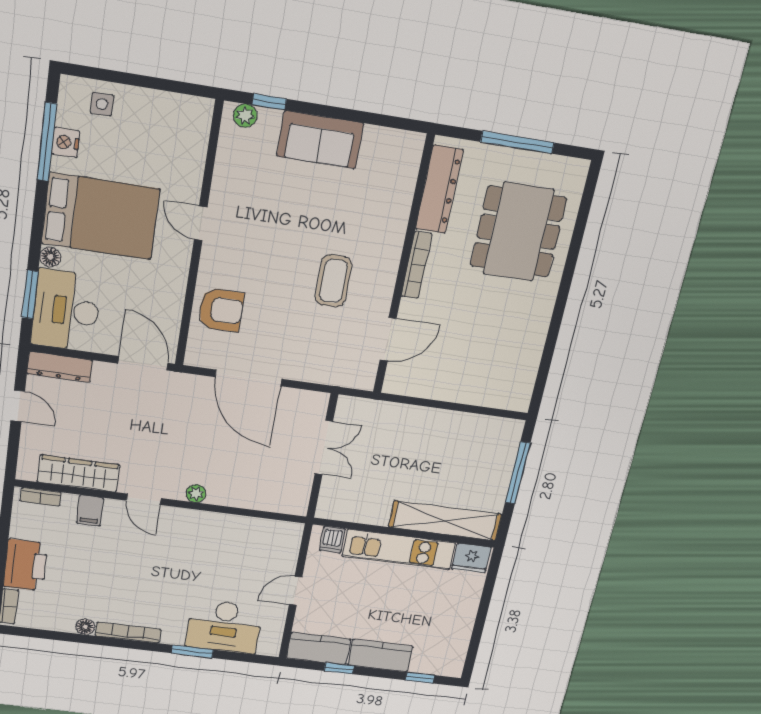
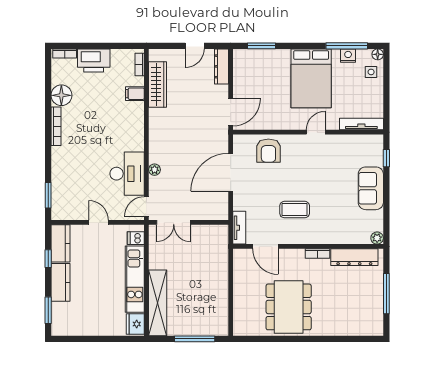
plant: (245, 116) -> (377, 238), moved
tv unit: (198, 138) -> (361, 124), added
dining table: (518, 232) -> (289, 307), moved, turned 90
floor lamp: (50, 257) -> (378, 54), moved
bookcase: (417, 265) -> (317, 254), width x0.64
desk: (66, 310) -> (255, 66), removed
tv unit: (347, 377) -> (239, 228), added
double door: (324, 448) -> (174, 222), moved
plant: (196, 494) -> (155, 170), moved
door: (144, 499) -> (146, 207), moved
desk: (224, 626) -> (127, 174), moved, turned 180
floor lamp: (85, 627) -> (61, 95), width x1.89, depth x1.89
window: (192, 651) -> (48, 195), moved
window: (420, 678) -> (48, 310), width x1.50

